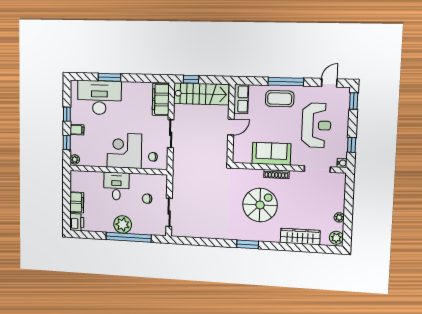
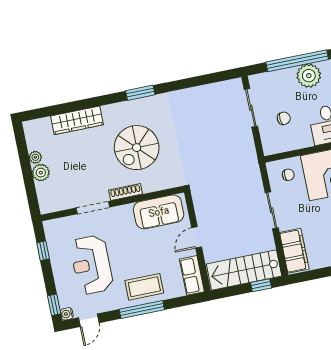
sofa: (271, 154) -> (159, 212), moved
water cooler: (342, 163) -> (67, 314), moved
doorway: (317, 169) -> (93, 208), moved
plant: (336, 238) -> (41, 173), moved

